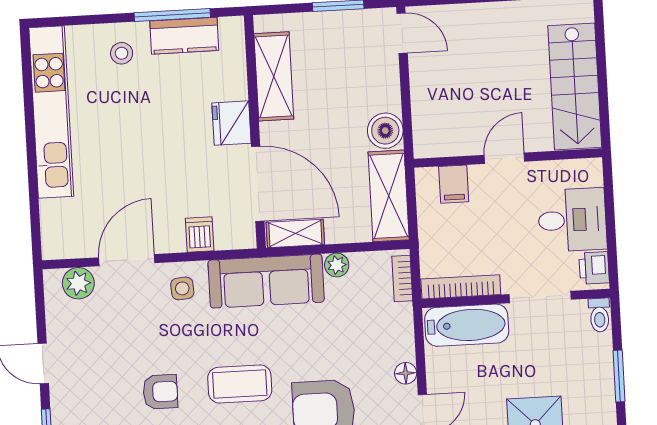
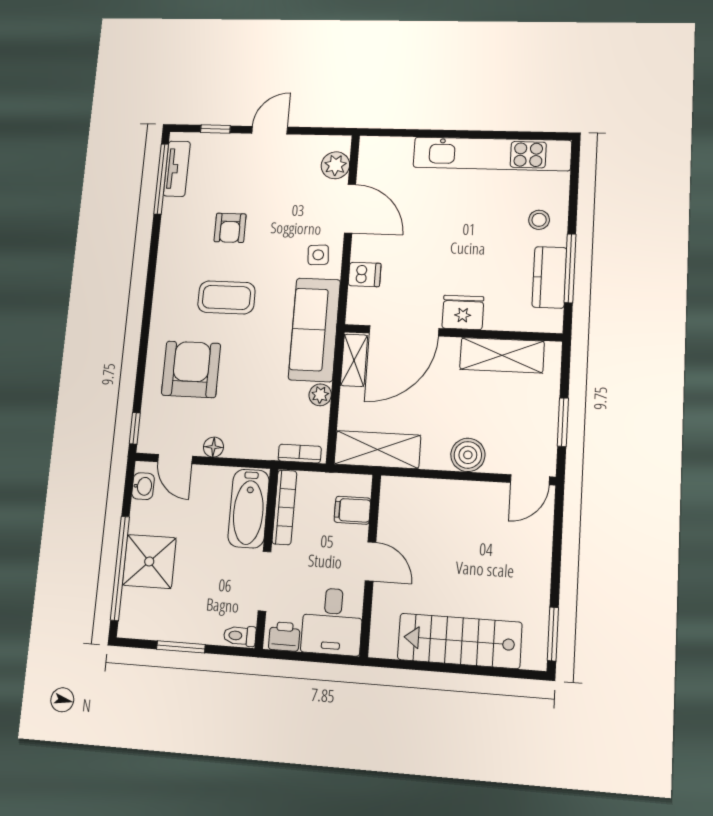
boiler: (385, 131) -> (468, 455), moved
door: (504, 158) -> (370, 561), moved
wall: (508, 158) -> (370, 565), moved
filing cabinet: (454, 184) -> (352, 510), moved
coffee table: (240, 384) -> (226, 297), turned 90

